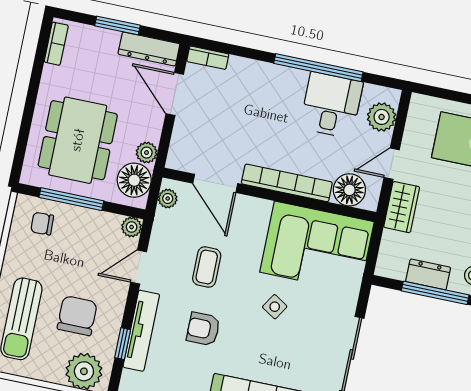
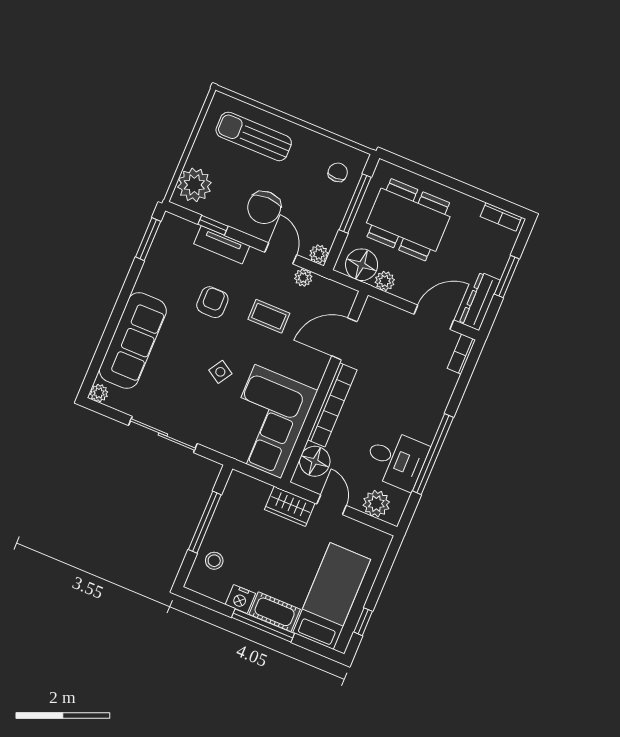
plant: (168, 198) -> (303, 278), moved
dresser: (428, 274) -> (223, 519), removed
chair: (77, 316) -> (264, 207), moved, turned 90
tv unit: (141, 331) -> (222, 245), width x0.71

